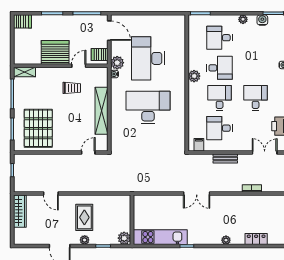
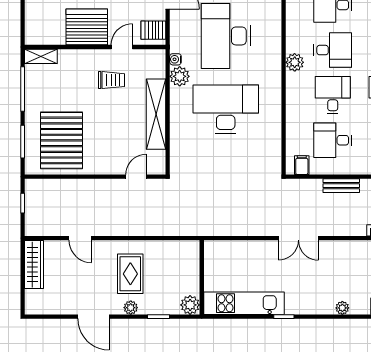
plant: (117, 63) -> (180, 76), moved

